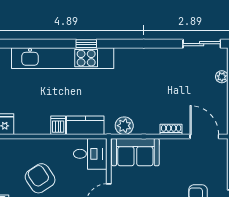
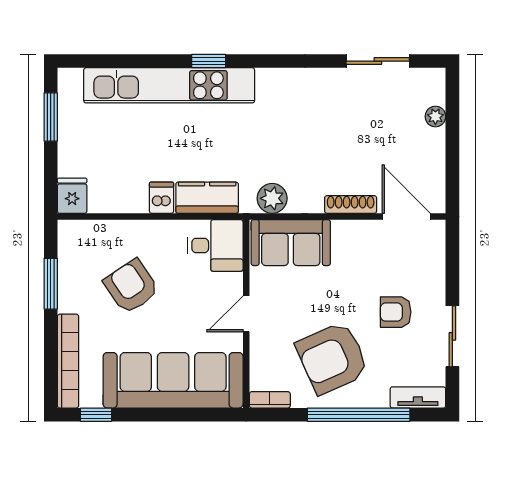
sliding door: (202, 44) -> (378, 61), moved
shoe rack: (171, 129) -> (351, 204), width x1.43

